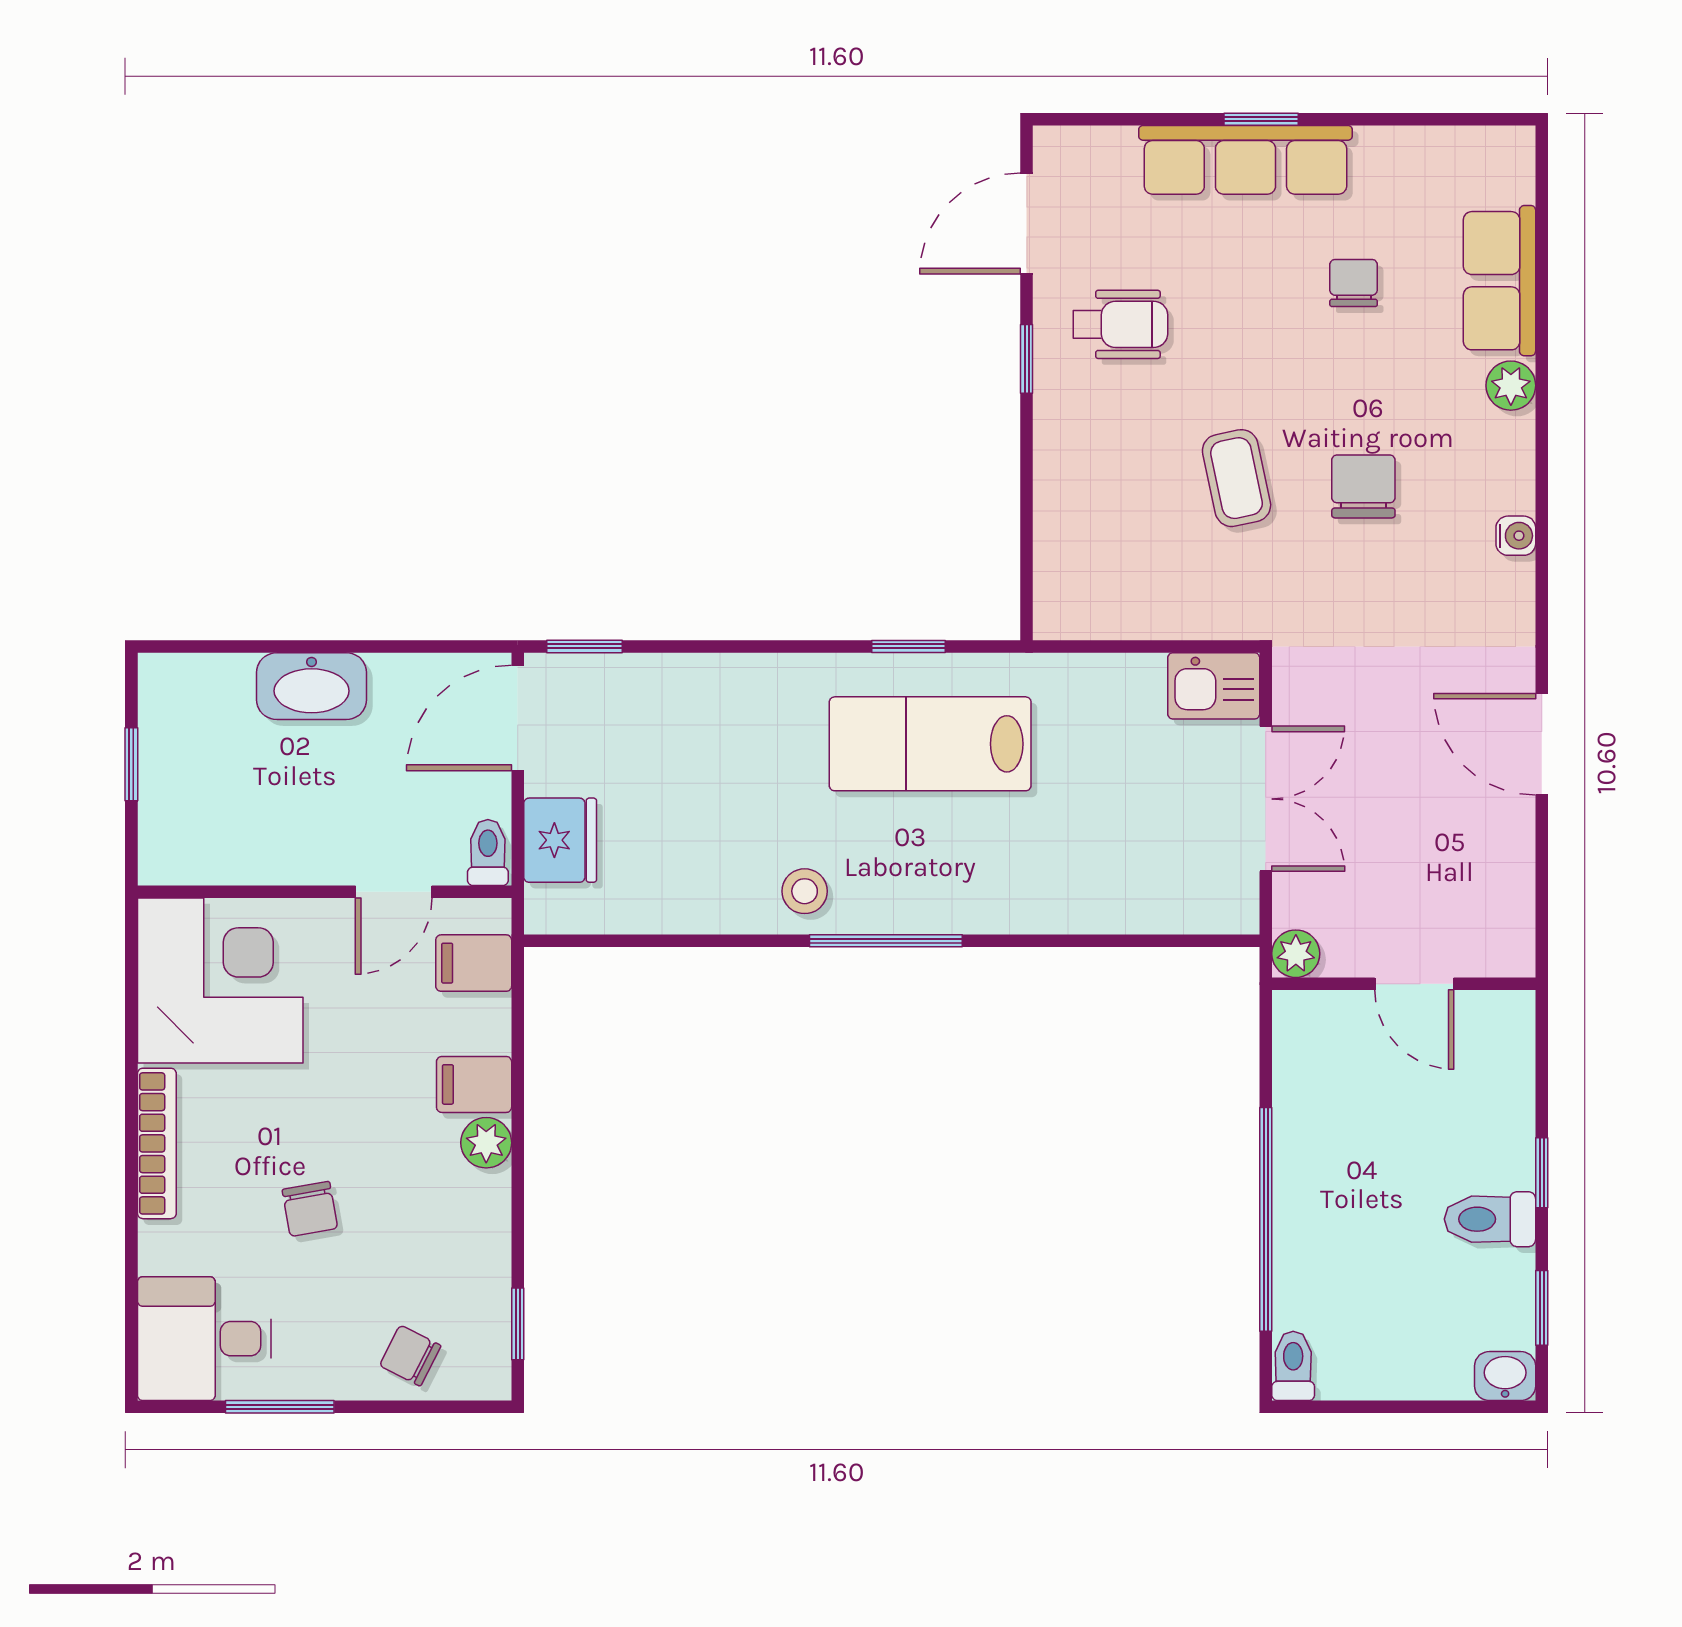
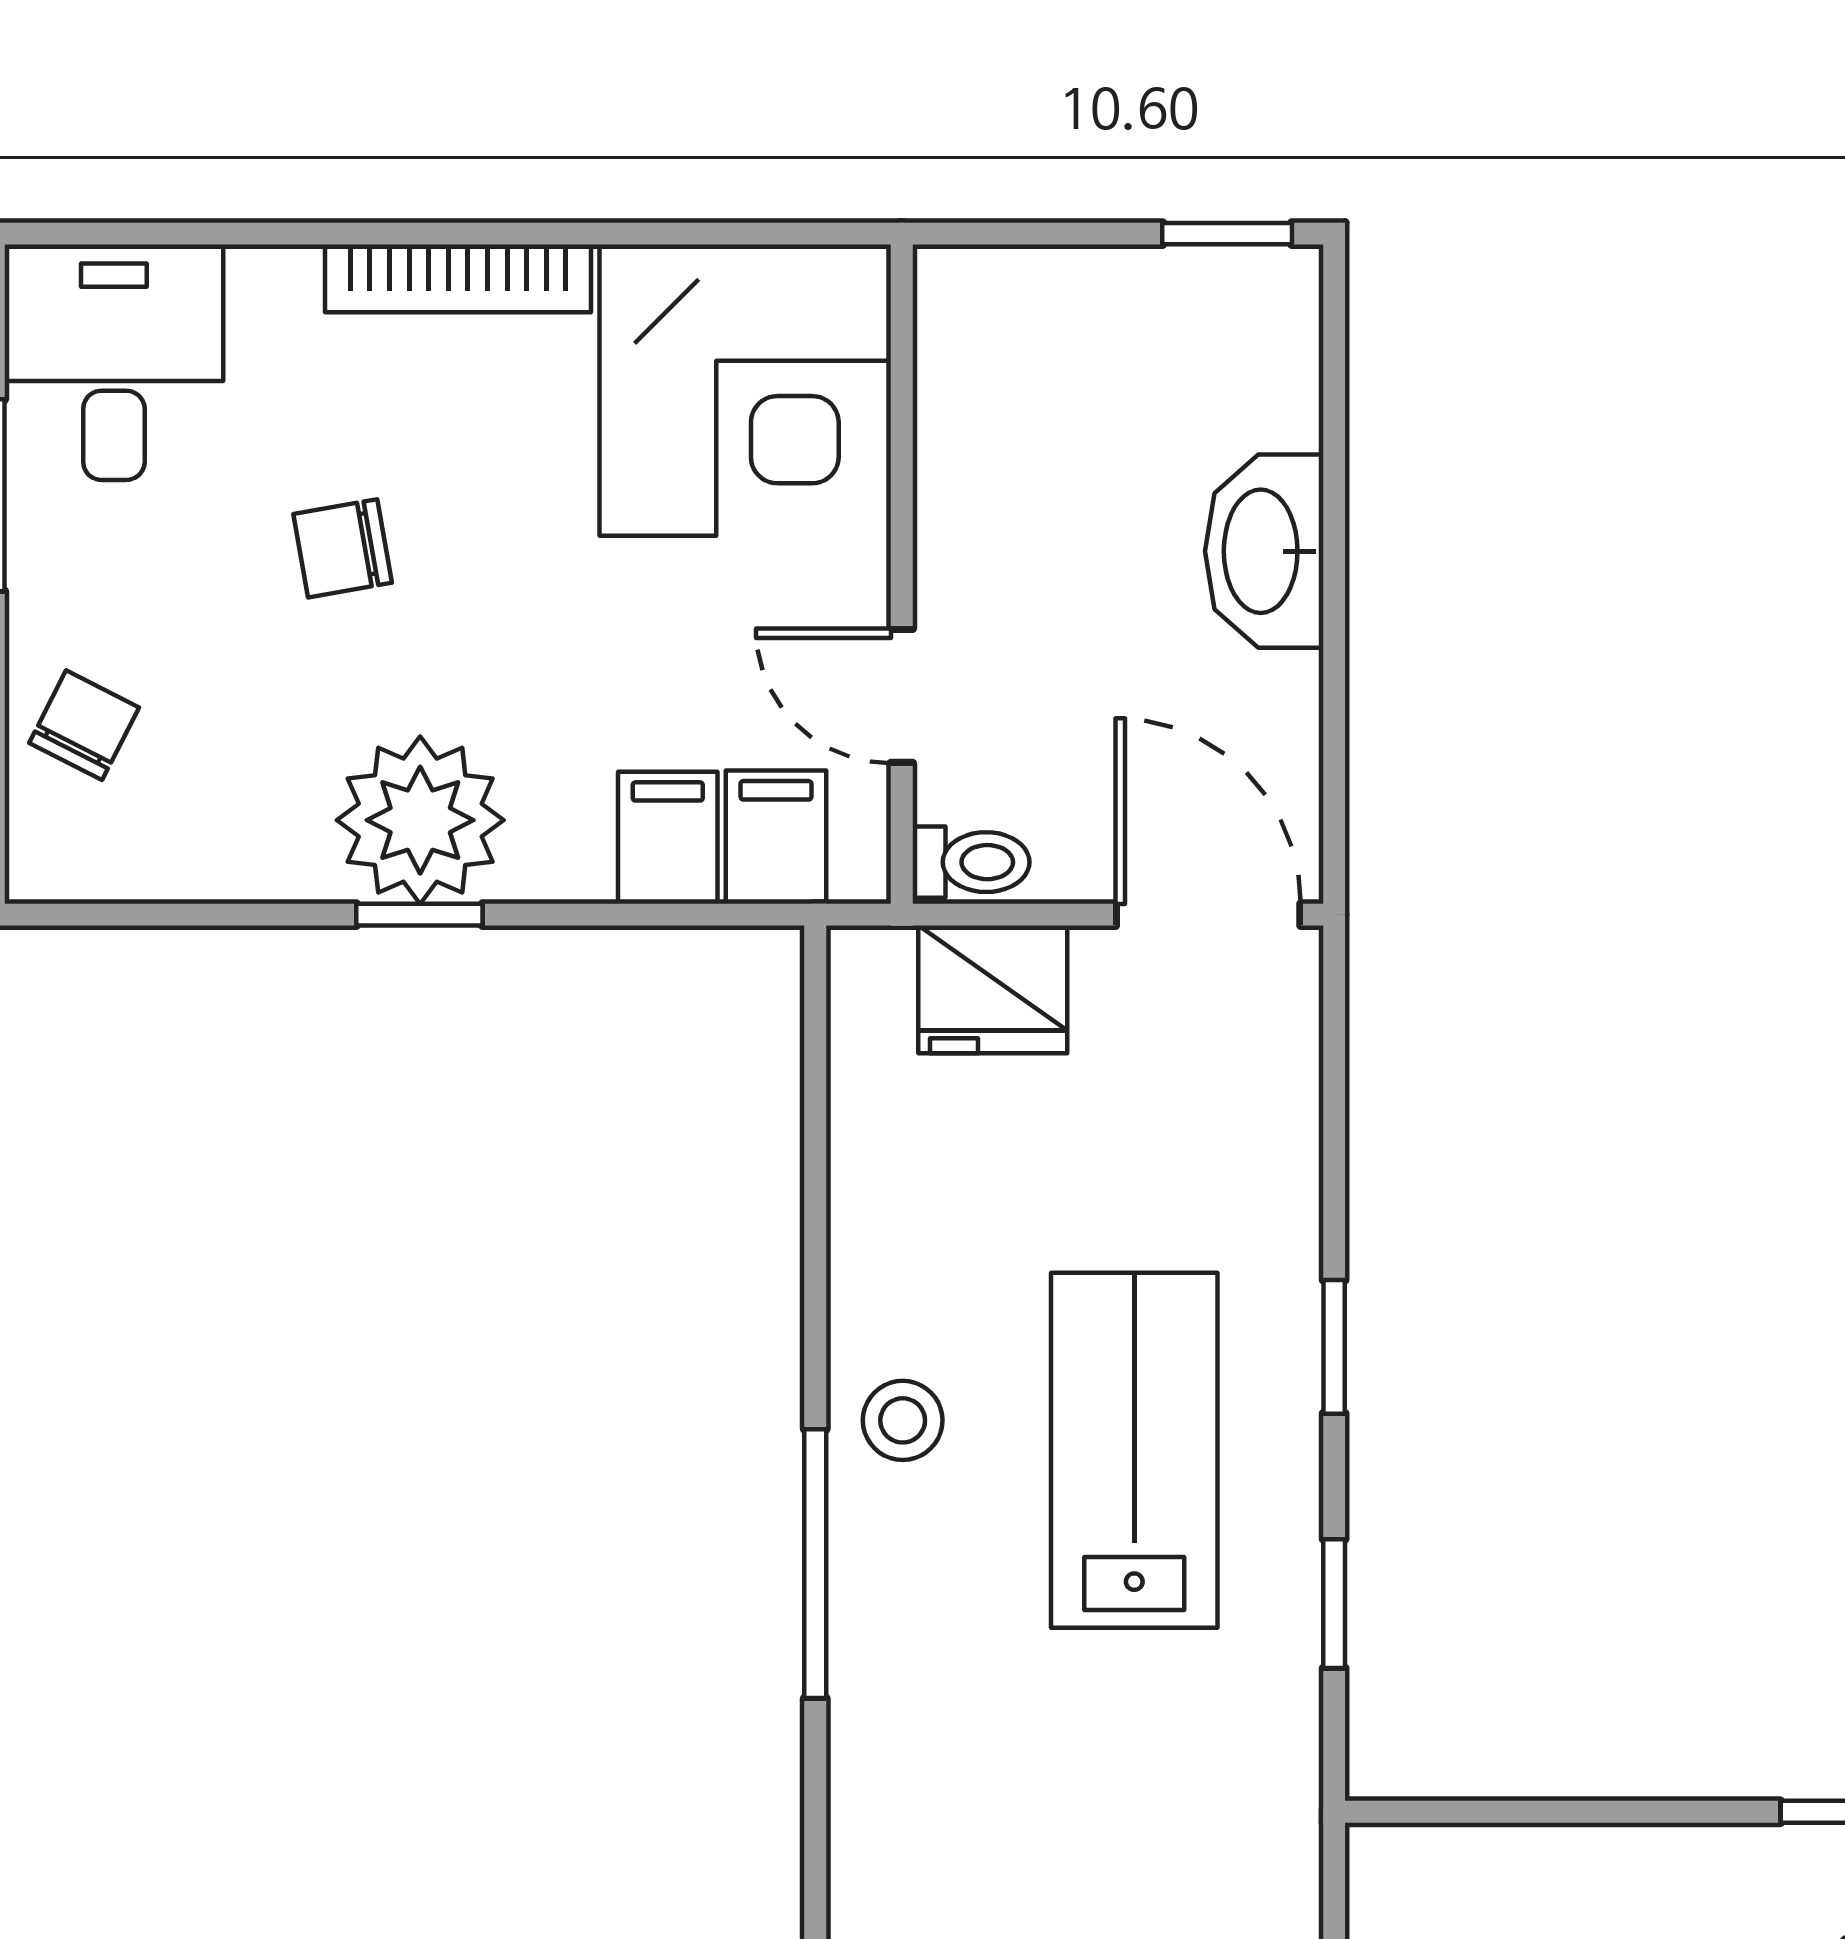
window: (584, 646) -> (1334, 1347), moved
lab bench: (930, 744) -> (1134, 1450), moved
window: (131, 764) -> (1227, 234), moved
filing cabinet: (474, 1084) -> (668, 838), moved
plant: (486, 1143) -> (420, 820), width x1.87, depth x1.87
window: (518, 1324) -> (419, 915), moved

